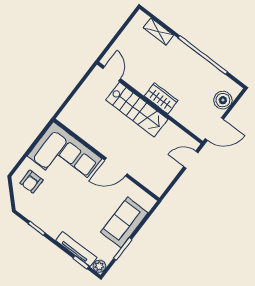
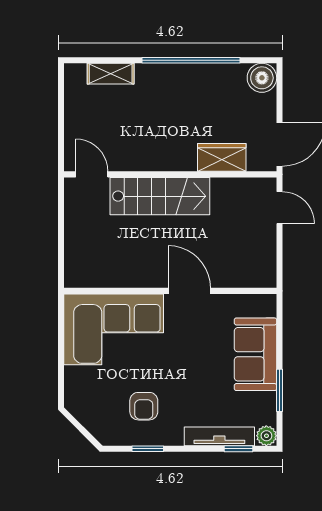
wardrobe: (161, 98) -> (222, 157), moved
boiler: (223, 100) -> (262, 78), moved
door: (191, 160) -> (279, 208), swing flipped
door: (116, 167) -> (189, 291), swing flipped
armchair: (31, 182) -> (144, 406), moved

